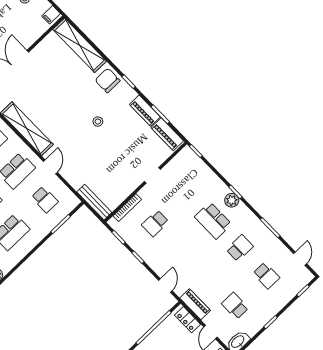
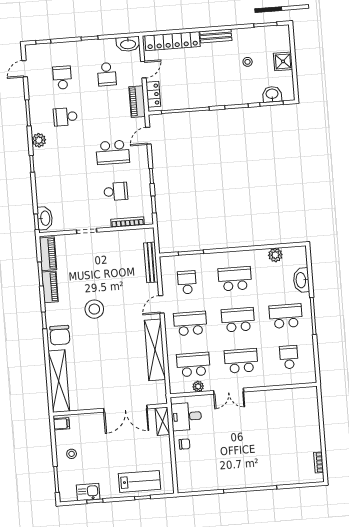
stool: (98, 122) -> (94, 309), width x1.89, depth x1.89
washbasin: (192, 159) -> (45, 218), added
plant: (232, 200) -> (39, 140), moved
bench: (94, 202) -> (151, 262), moved
school desk: (213, 221) -> (113, 152), moved, turned 90

